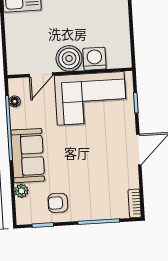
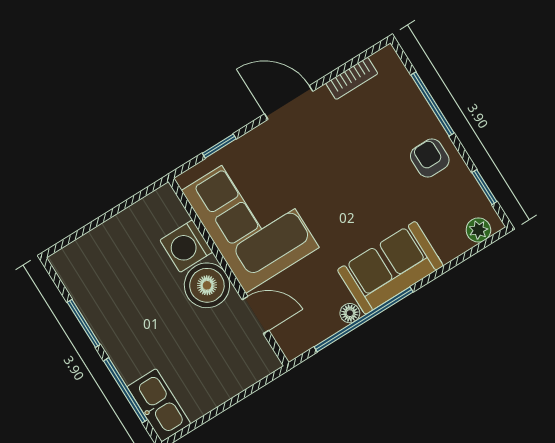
floor lamp: (15, 101) -> (350, 313), moved
plant: (22, 191) -> (478, 230), moved
armchair: (58, 203) -> (430, 158), moved, turned 180
bookcase: (135, 203) -> (352, 78), moved

